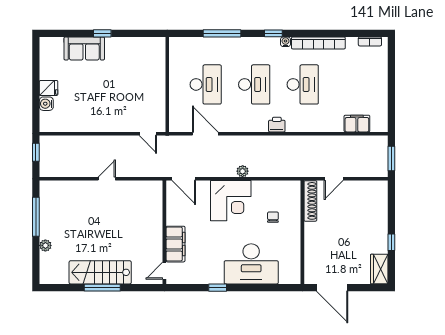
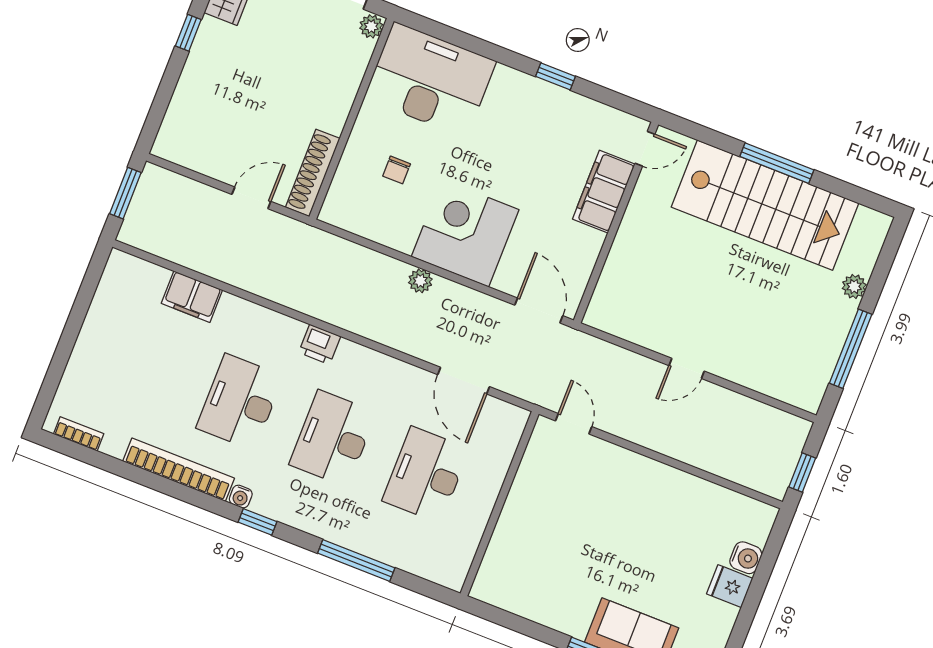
filing cabinet: (357, 124) -> (192, 297), moved
desk: (251, 264) -> (430, 80), moved
stairs: (100, 272) -> (765, 205), width x1.36, depth x1.51
plant: (310, 277) -> (371, 26), added

